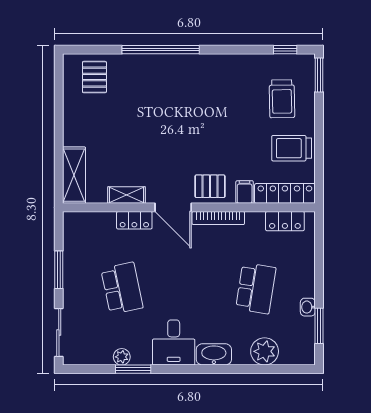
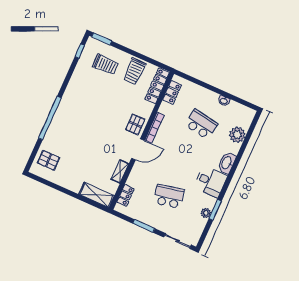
filing cabinet: (245, 192) -> (147, 107), removed
locker: (134, 220) -> (125, 196), moved
window: (319, 326) -> (237, 99), removed

